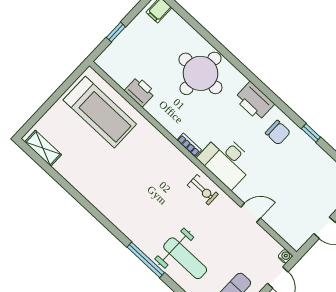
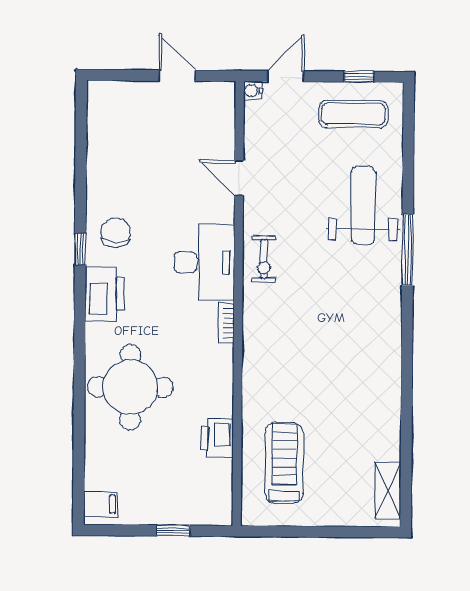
treadmill: (100, 112) -> (284, 463), width x0.73, depth x0.73
window: (311, 133) -> (80, 249), moved
exercise bike: (203, 190) -> (264, 259), turned 180

